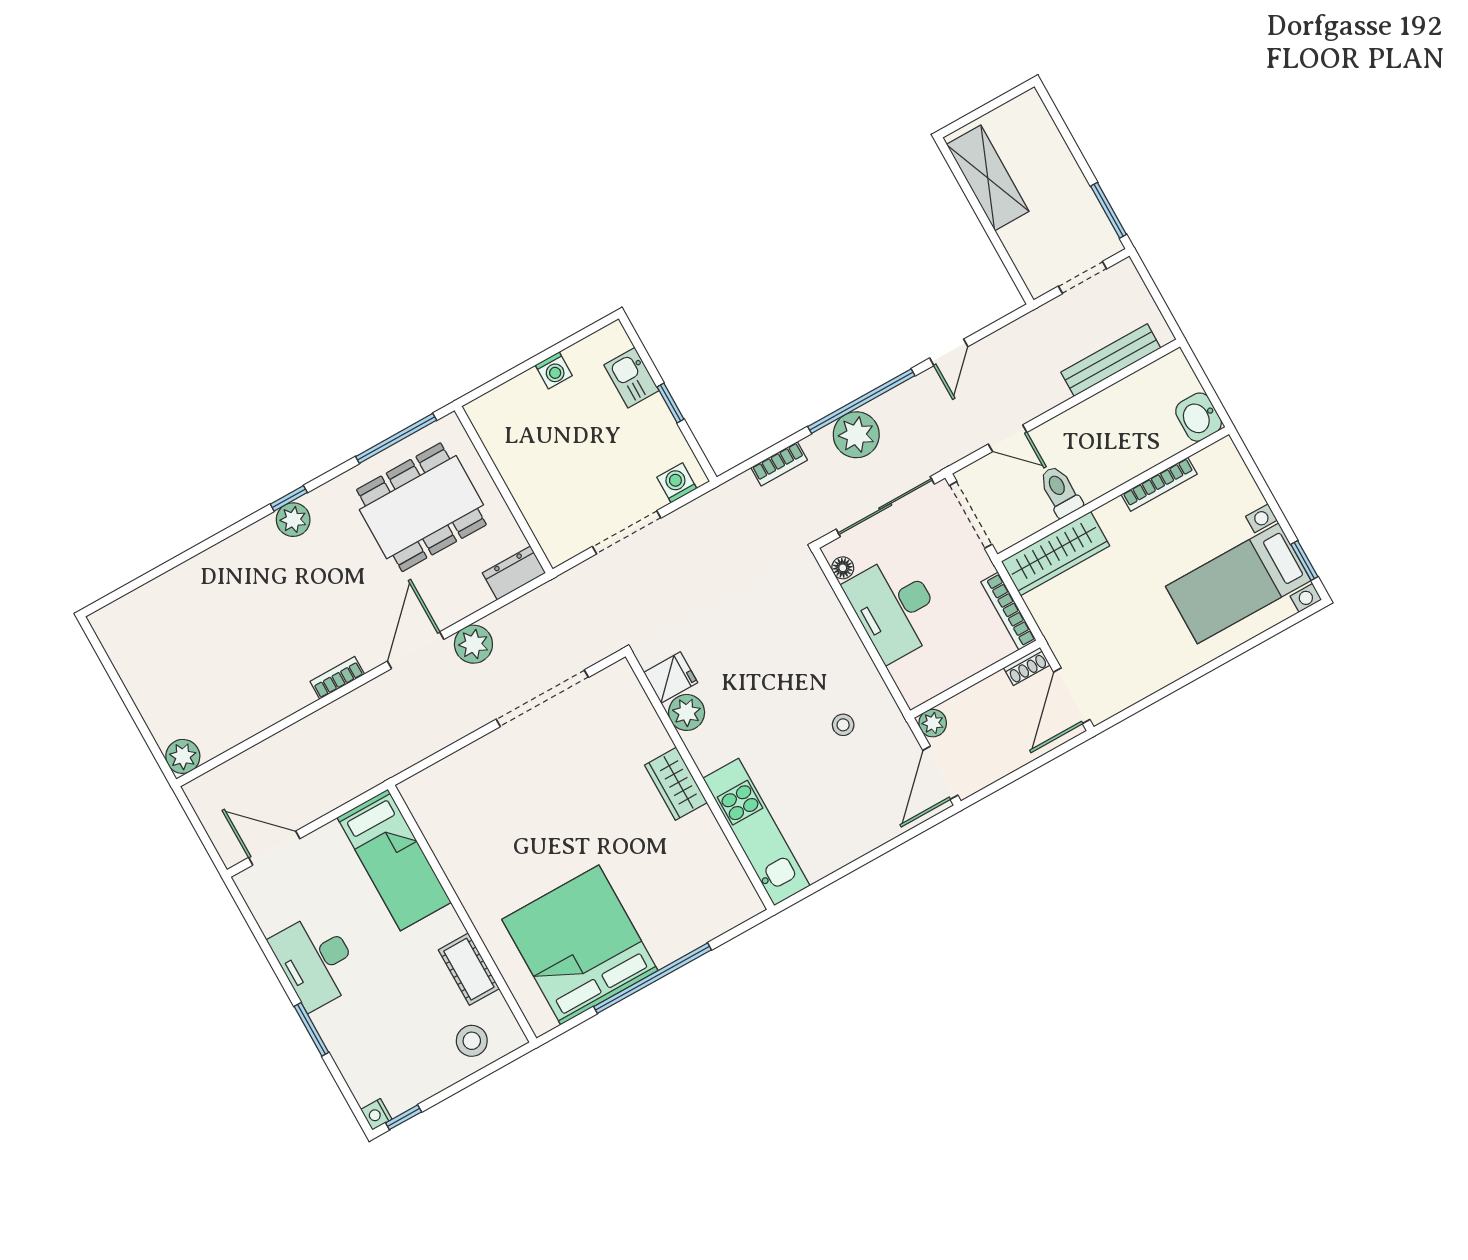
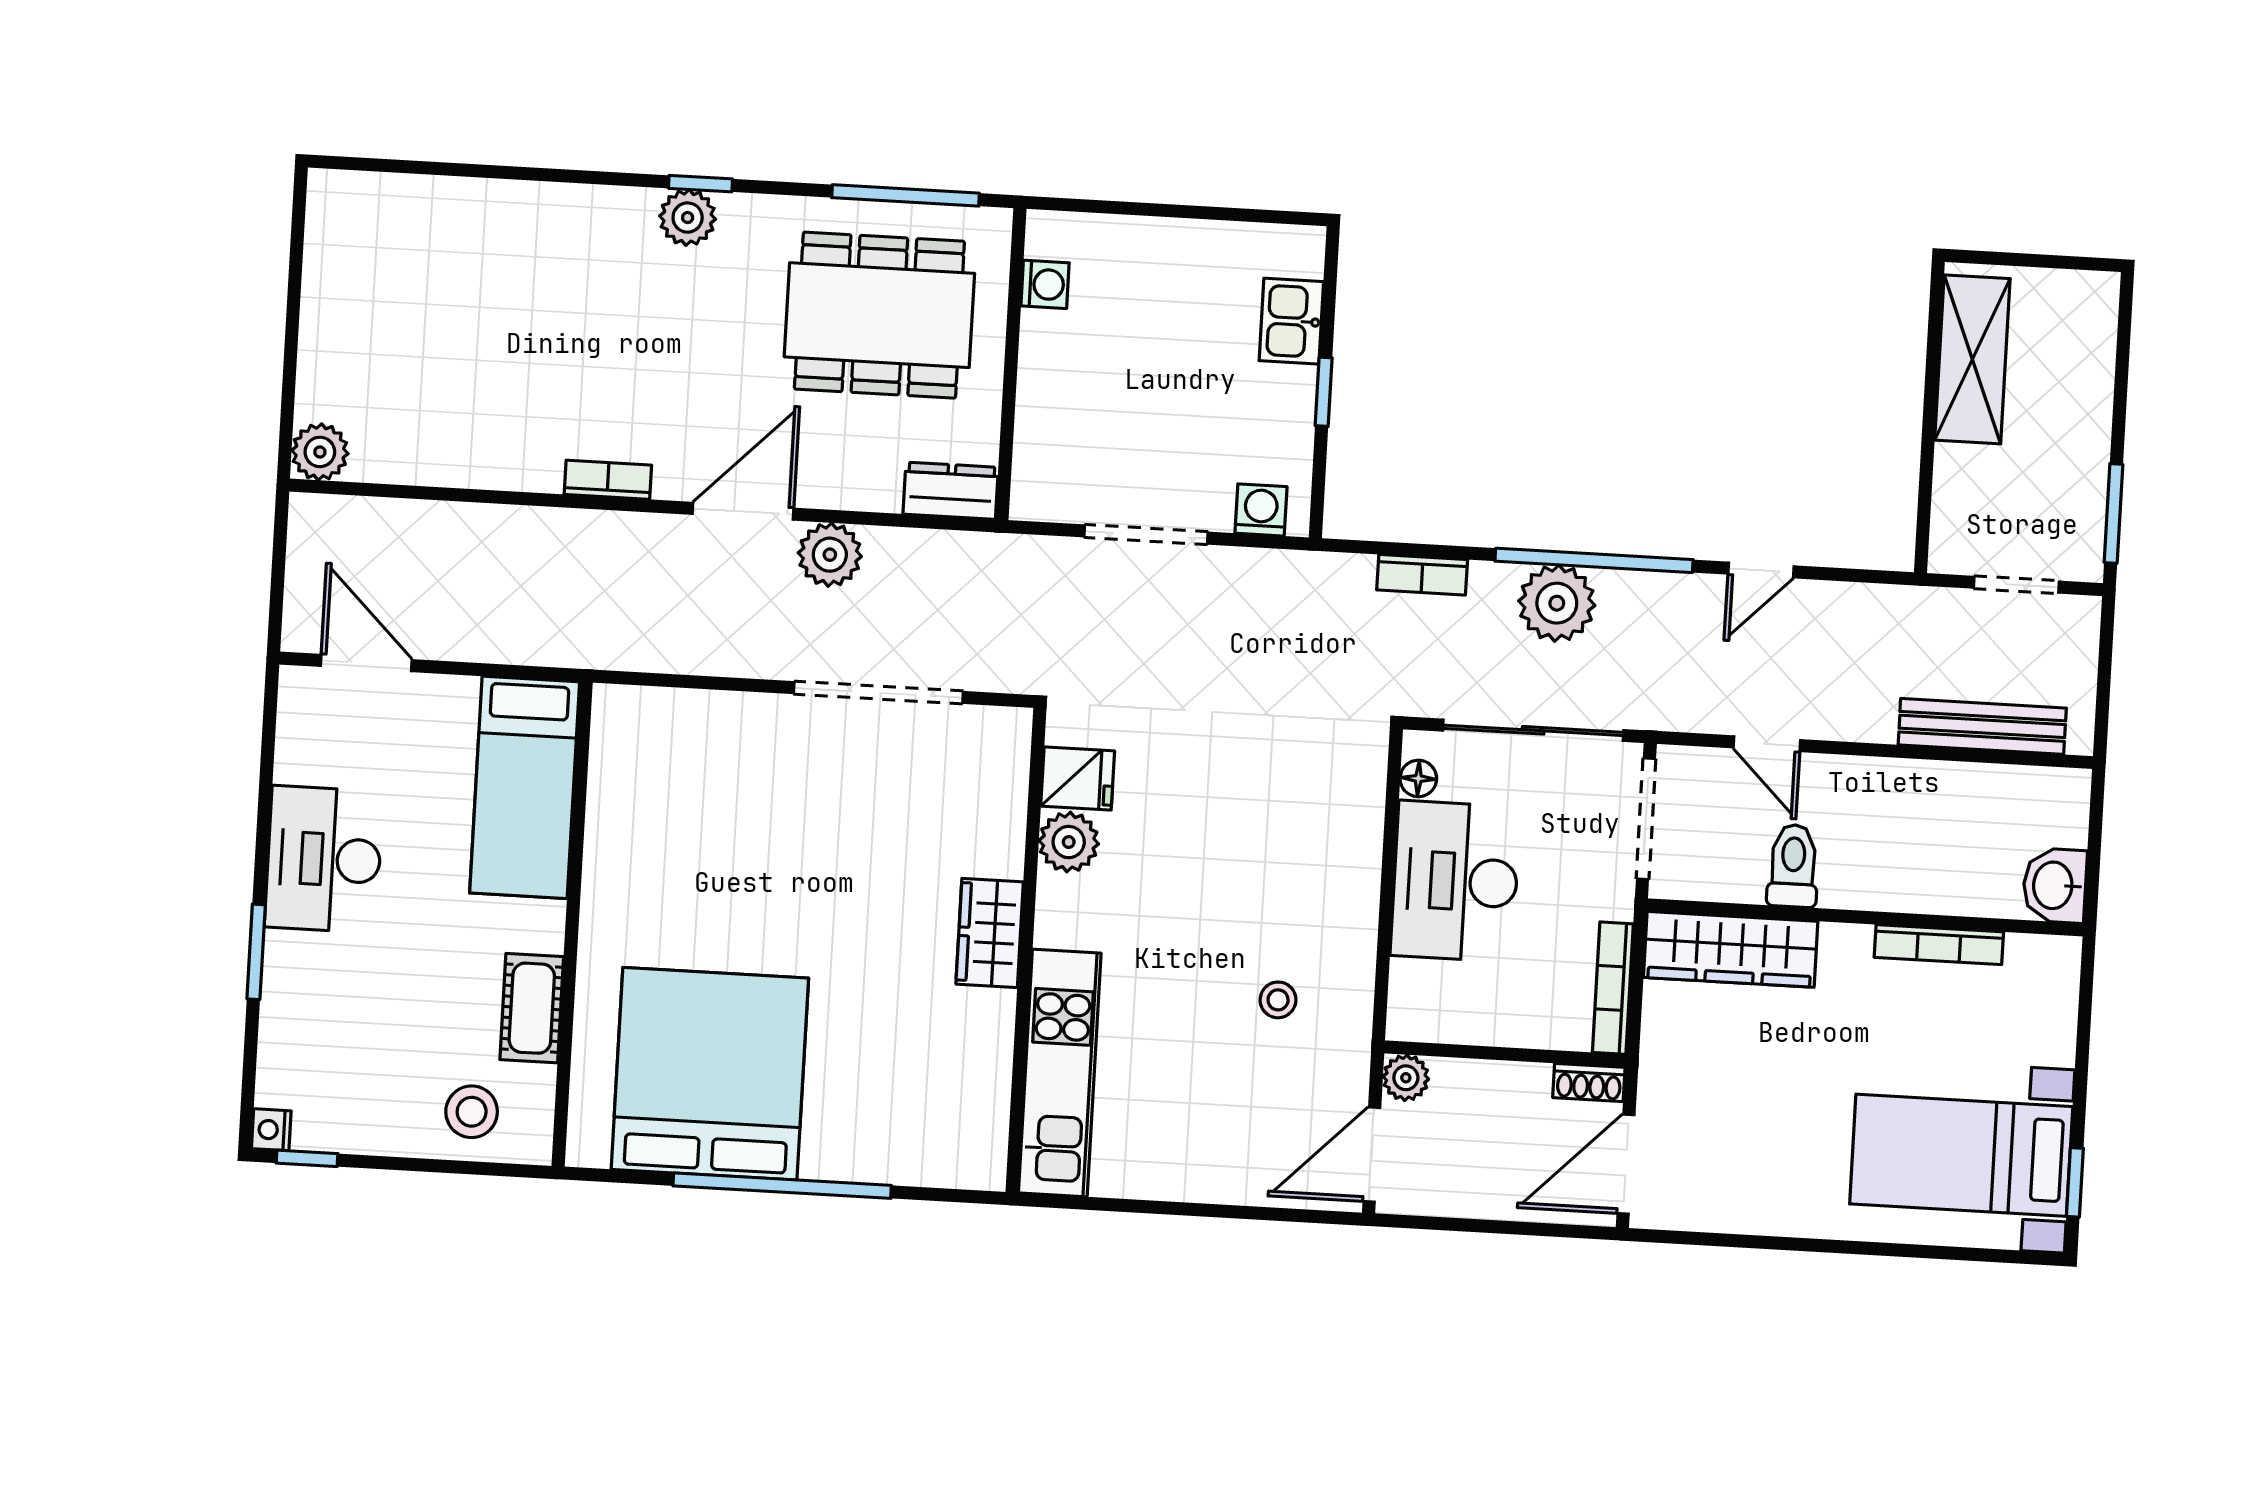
washing machine: (554, 370) -> (1045, 284), moved, turned -90

